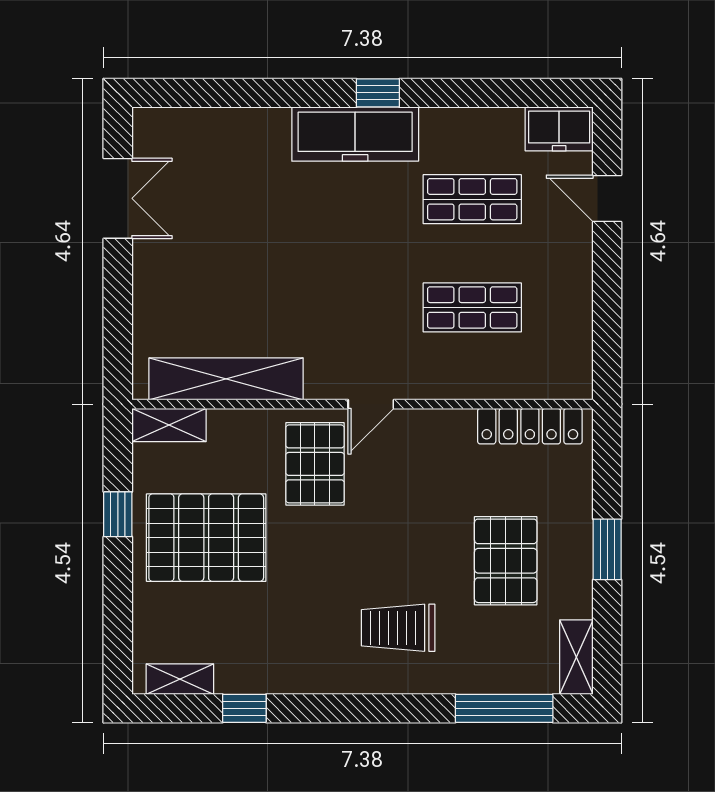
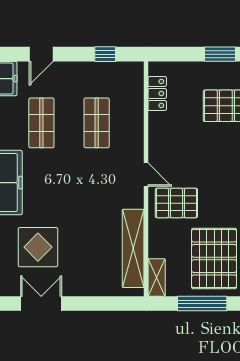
display table: (229, 192) -> (38, 247), added
window: (607, 324) -> (105, 54), added
locker: (530, 426) -> (157, 93), width x0.66
window: (118, 514) -> (202, 304), width x2.17

